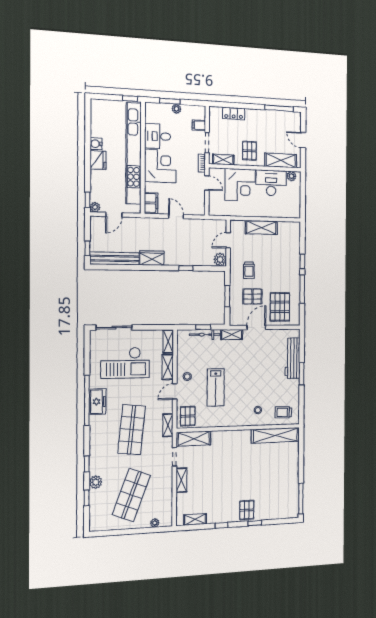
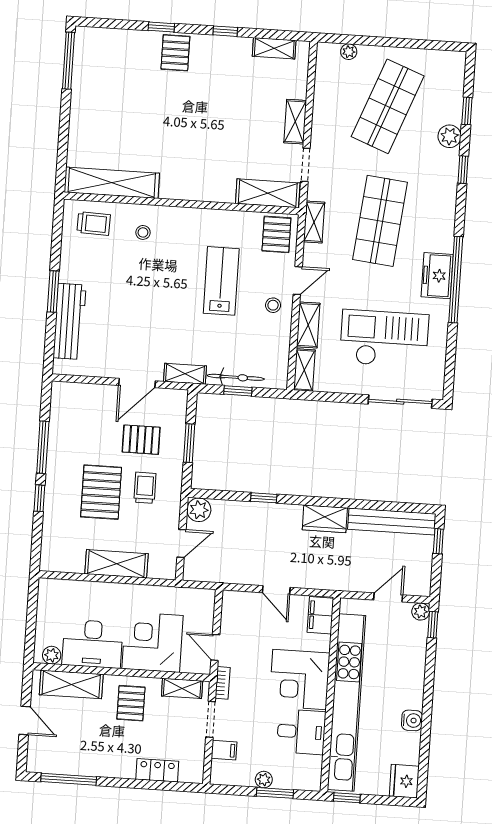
fridge: (98, 160) -> (404, 781), moved
pallet: (280, 307) -> (101, 492), moved

